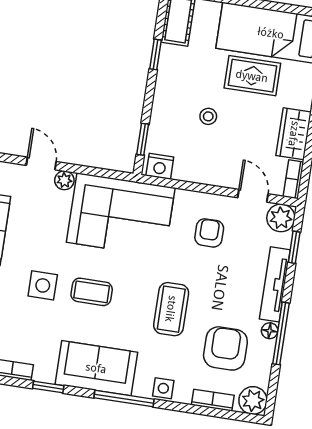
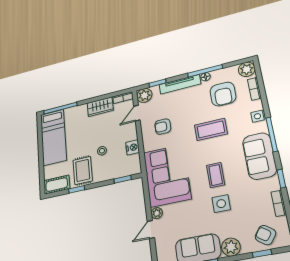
rug: (252, 76) -> (83, 170), moved
nightstand: (160, 166) -> (133, 147), moved
armchair: (225, 348) -> (223, 94), turned -90

